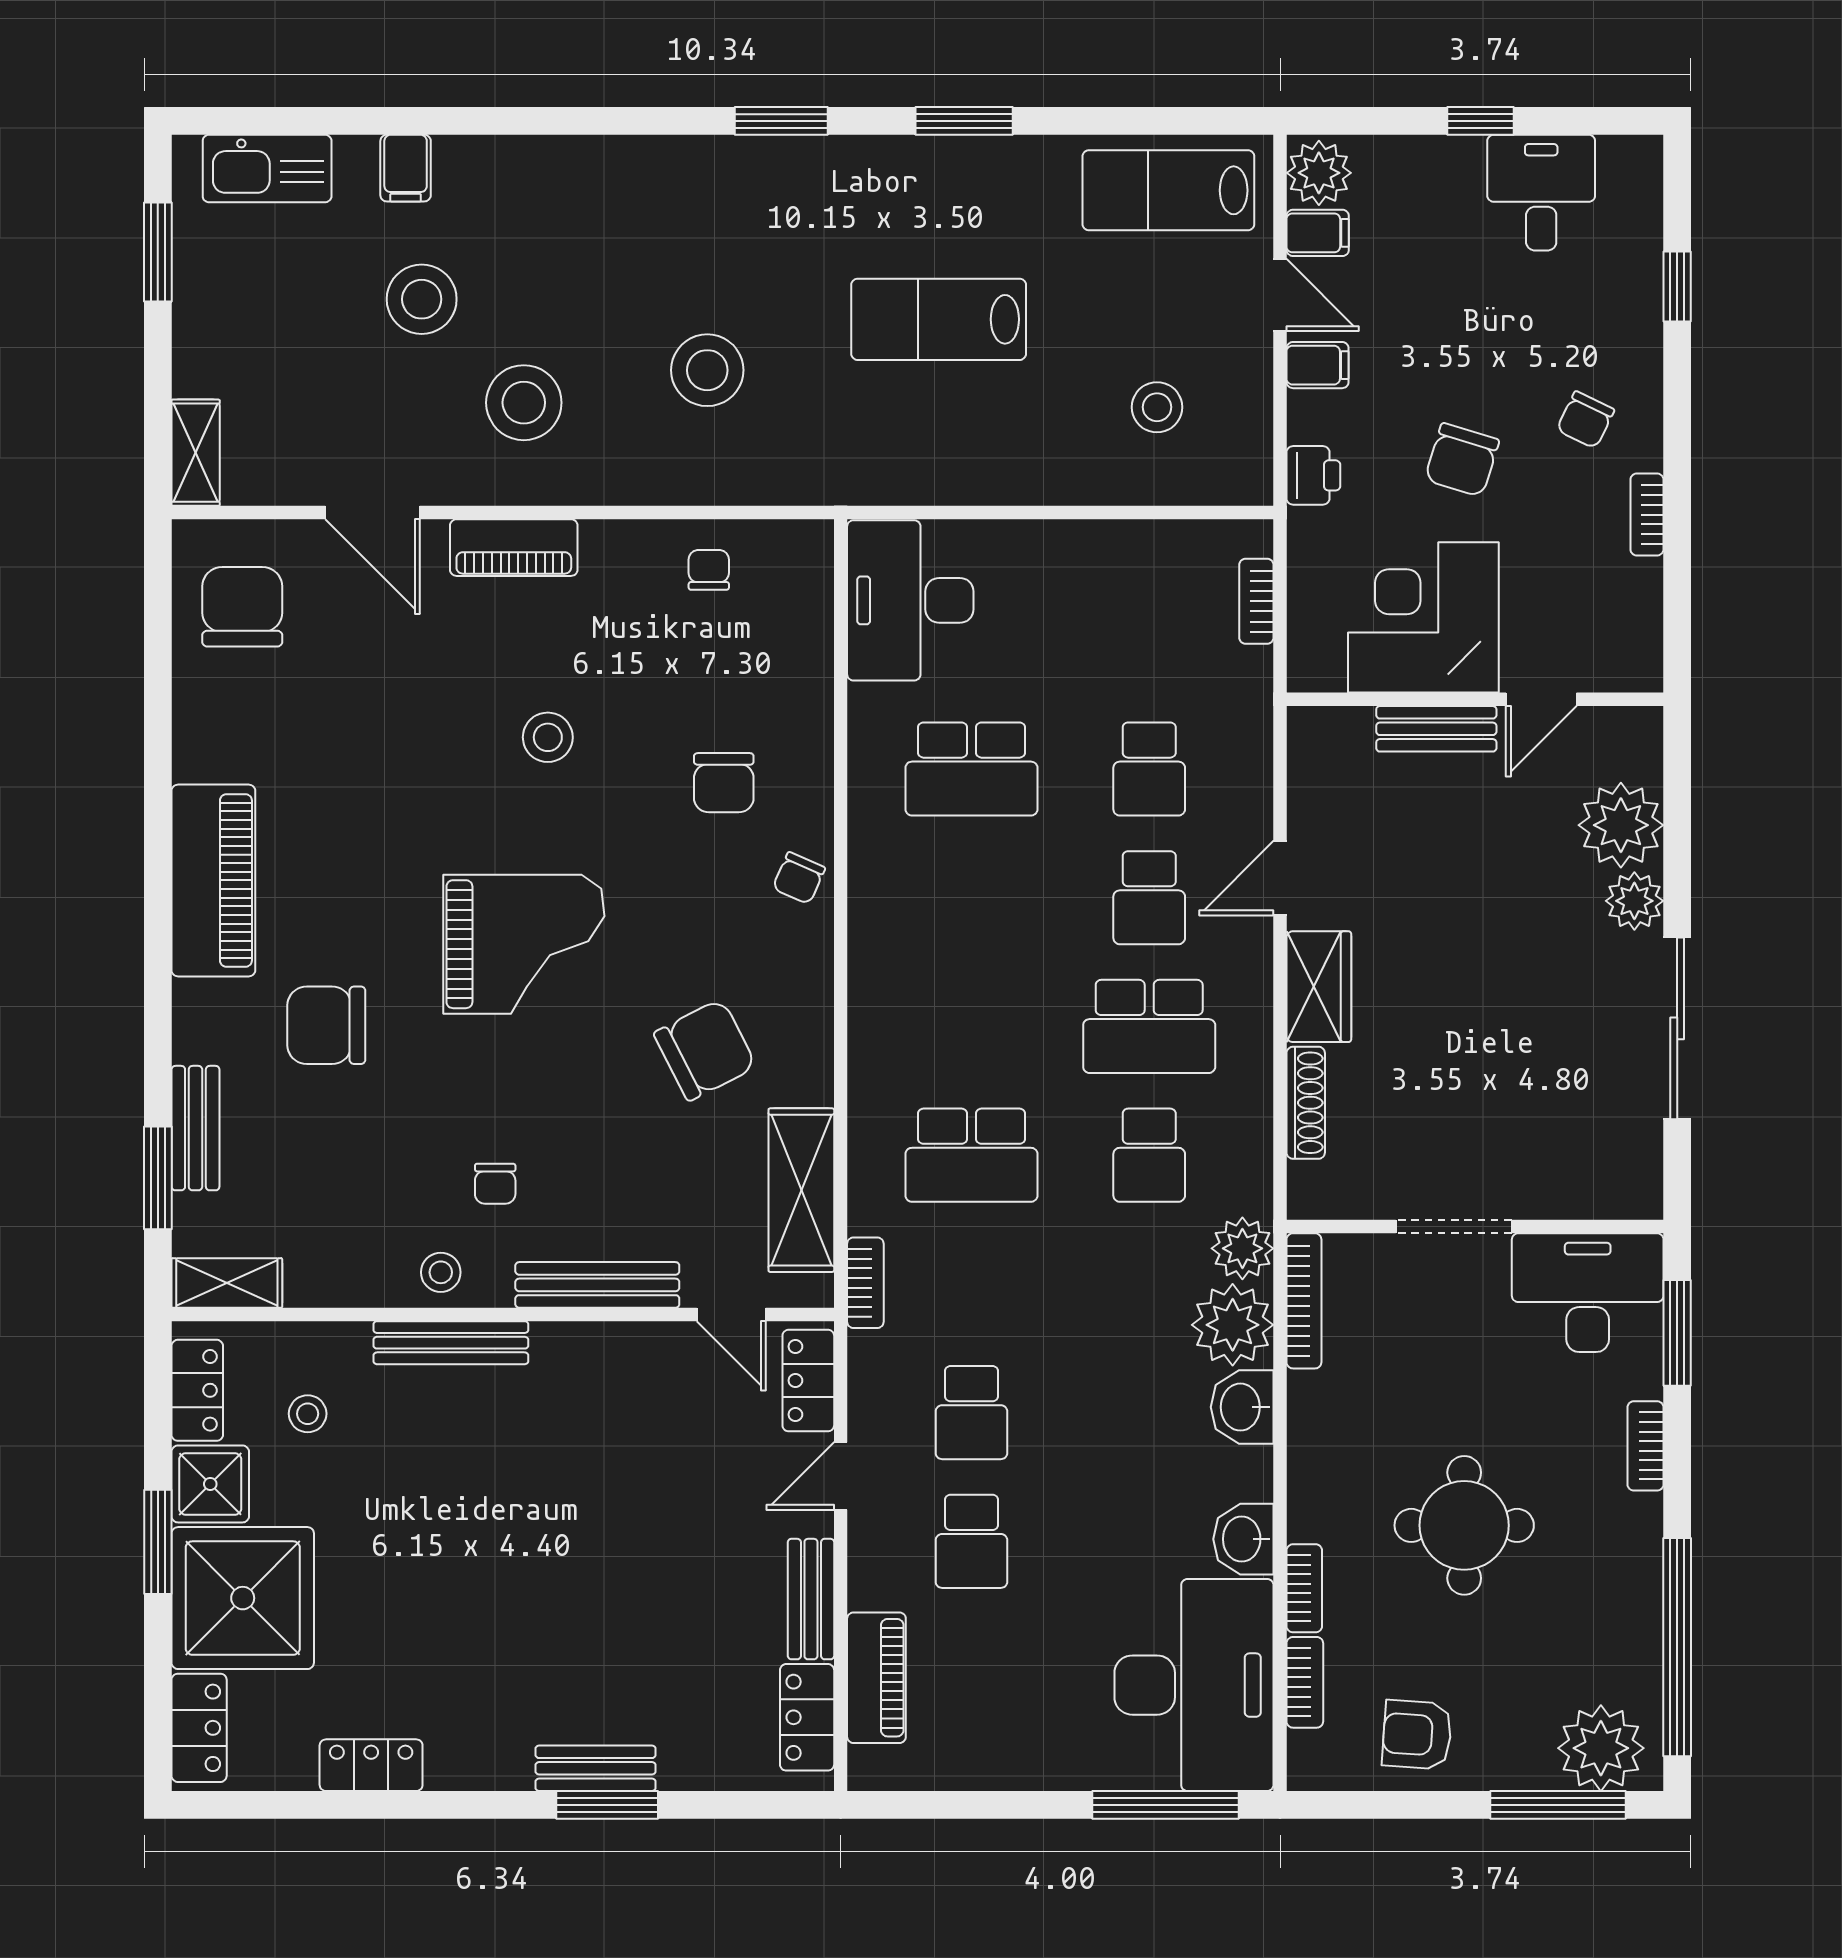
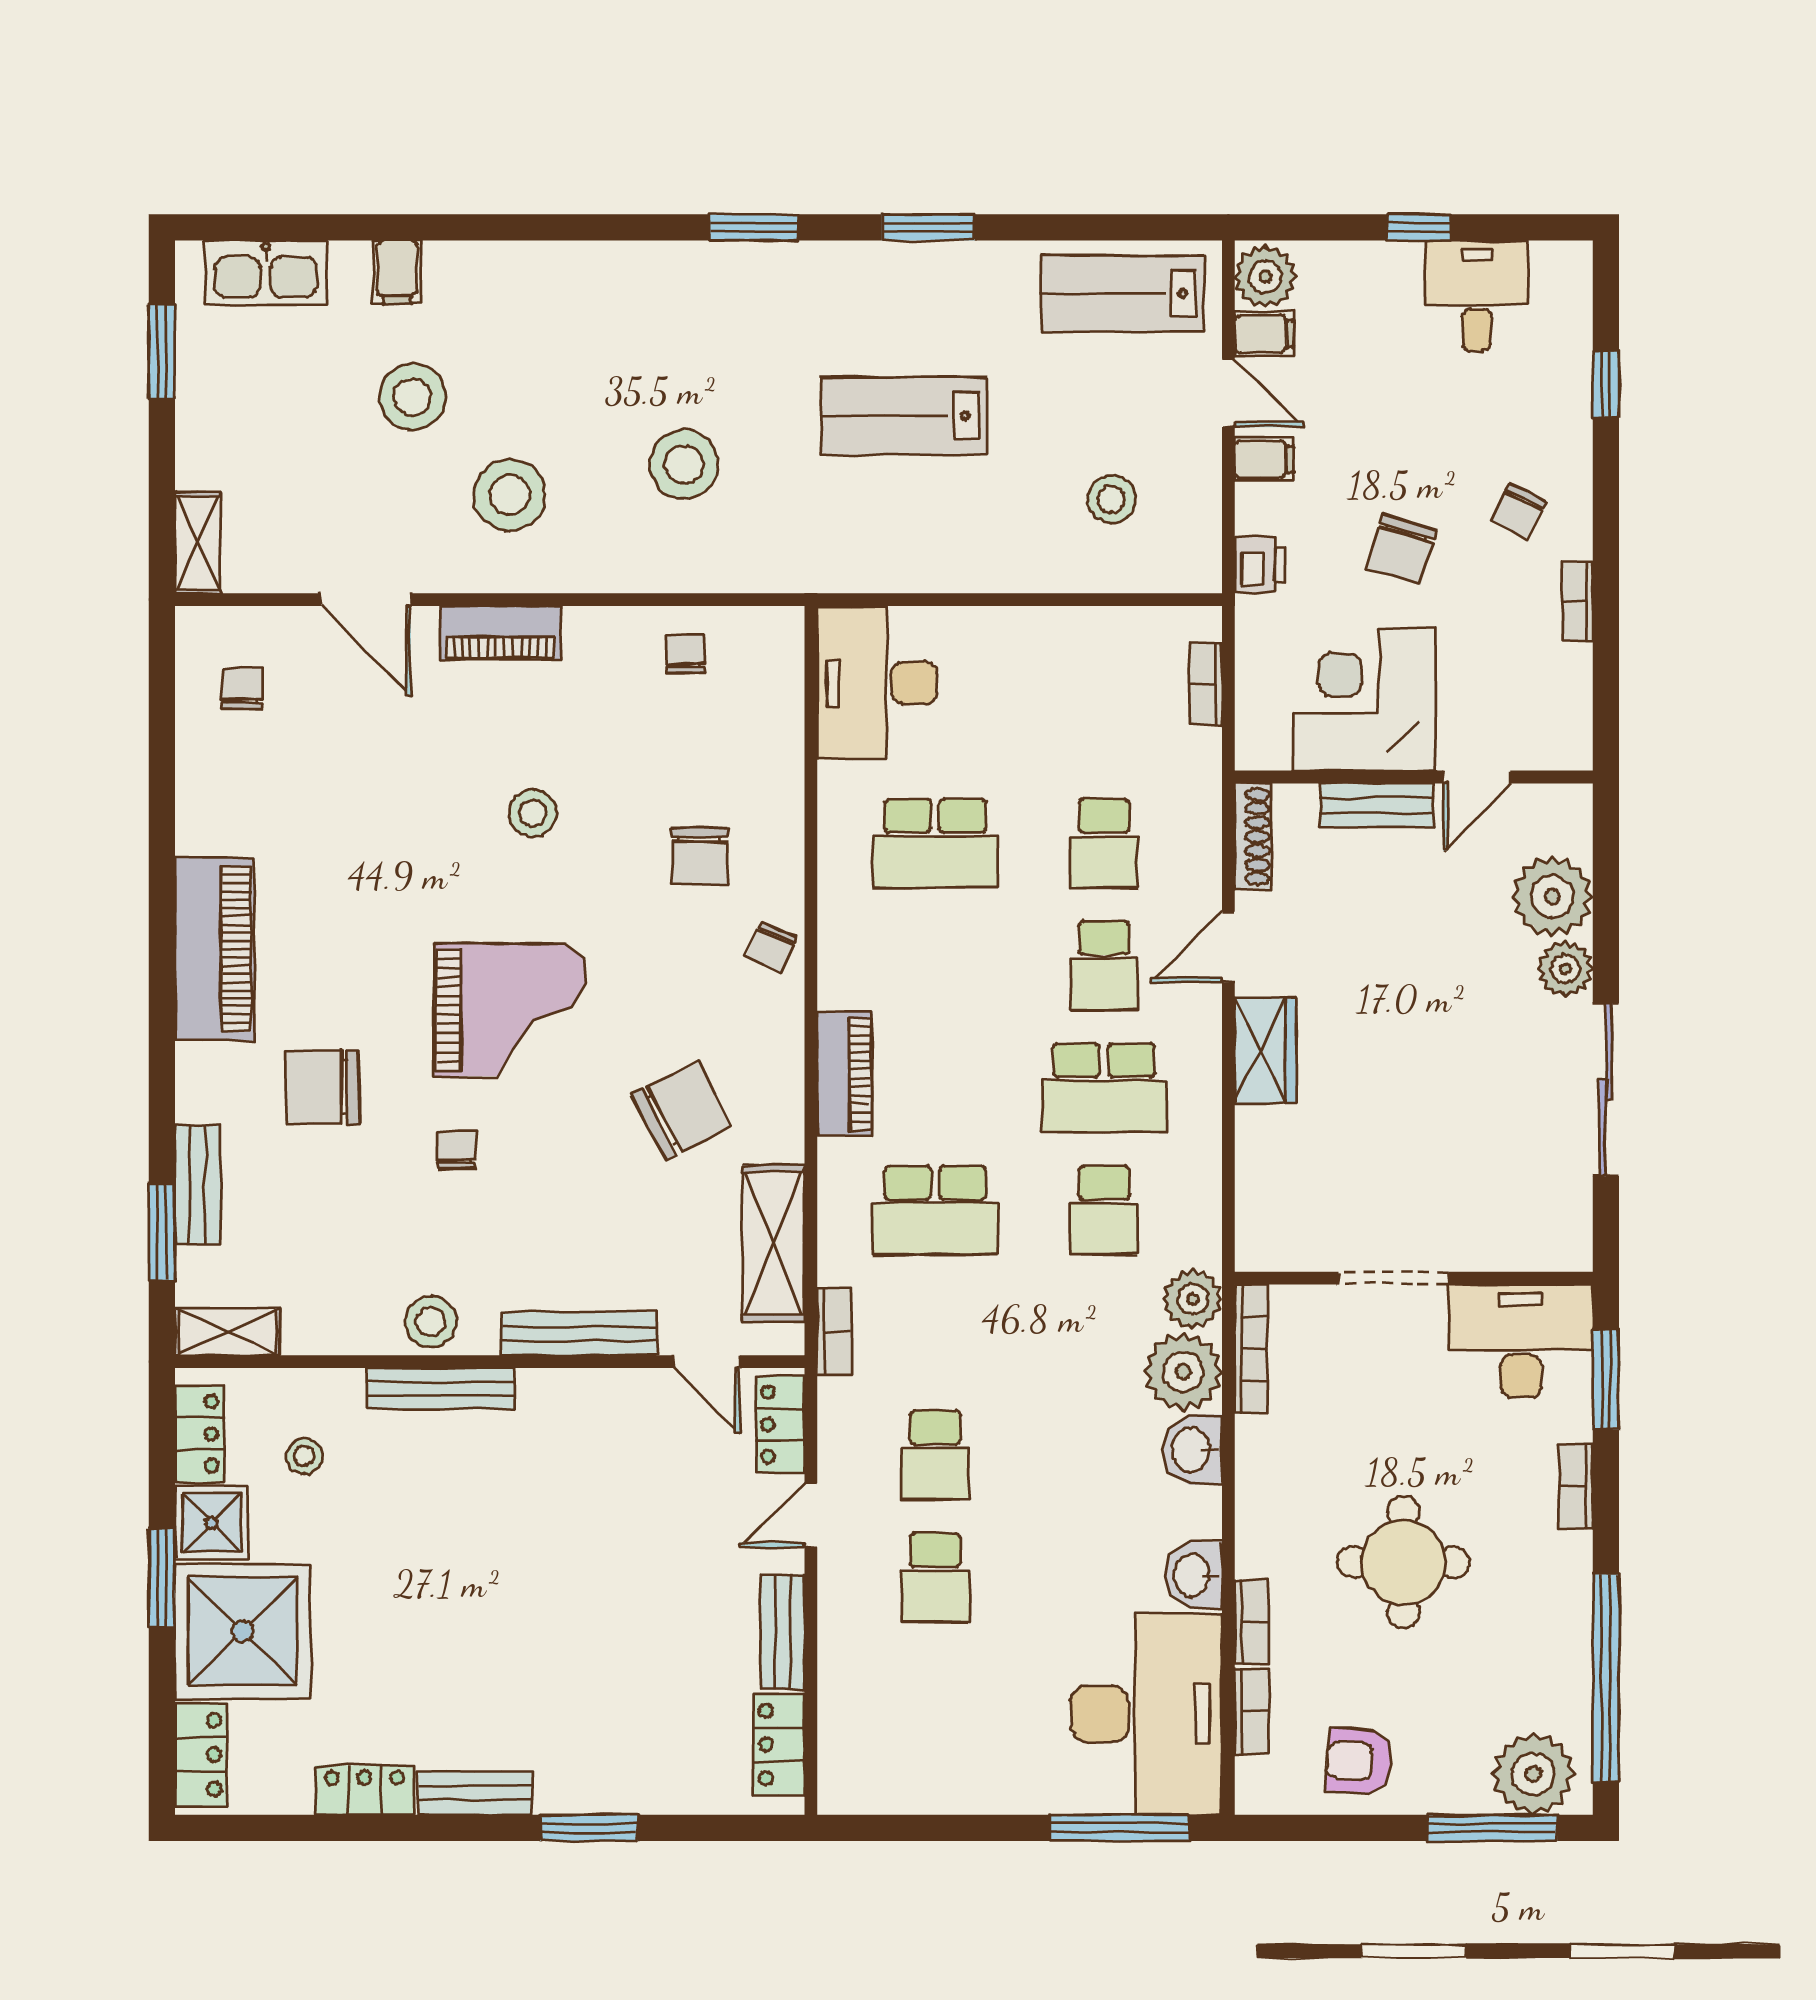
chair: (242, 607) -> (242, 689), width x0.54, depth x0.54
shoe rack: (1306, 1103) -> (1253, 837), moved
chair: (495, 1184) -> (457, 1150), moved, turned 180
stool: (441, 1272) -> (431, 1322), width x1.37, depth x1.37
piano: (876, 1678) -> (845, 1074), moved
bench: (596, 1768) -> (475, 1793), moved

